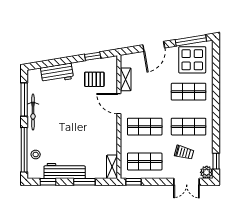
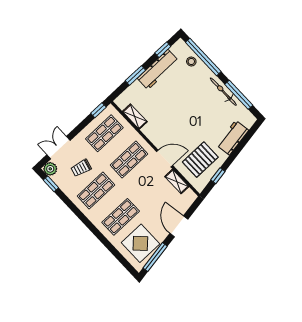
pallet: (94, 79) -> (200, 160), width x1.50, depth x1.42
shelving: (112, 167) -> (135, 117), moved

